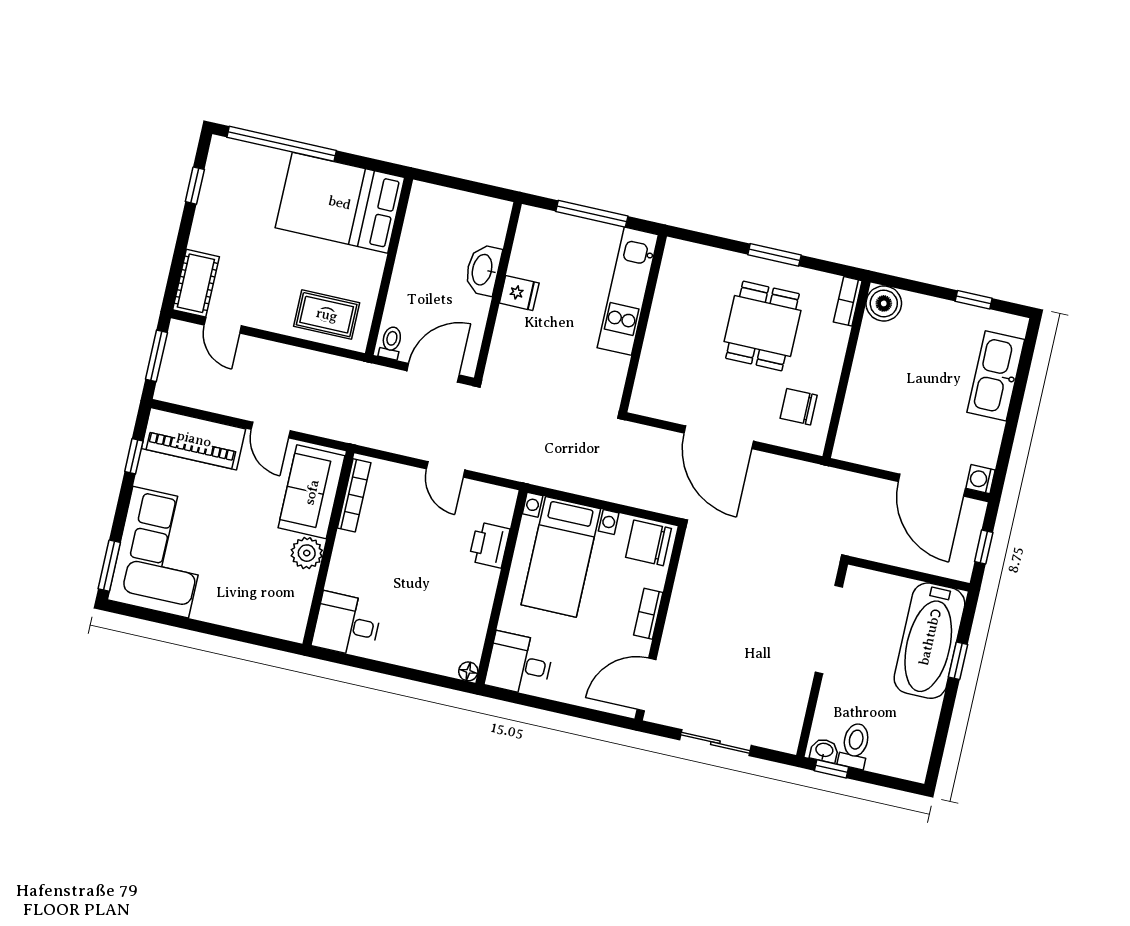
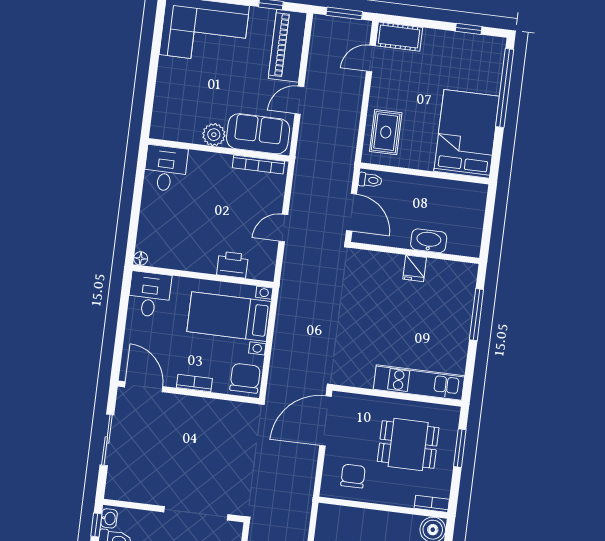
kitchen unit: (628, 291) -> (419, 383), moved
wall: (643, 323) -> (397, 396), moved

